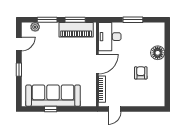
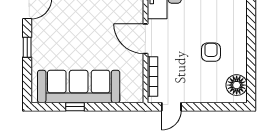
floor lamp: (158, 53) -> (237, 85), moved
door: (97, 64) -> (145, 39), swing flipped

